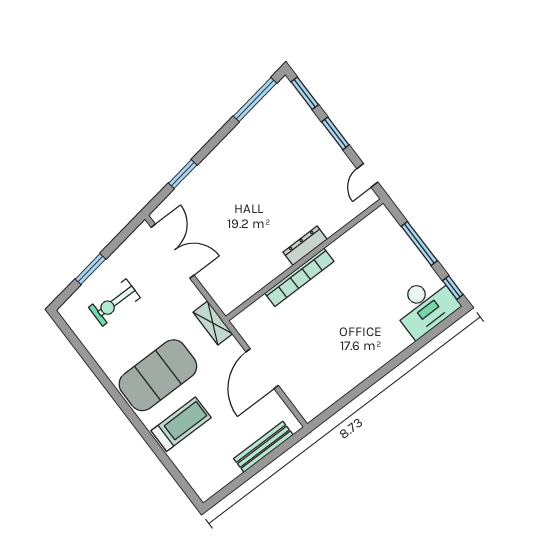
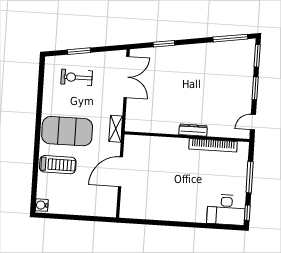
bookcase: (299, 277) -> (213, 145), moved
bench: (263, 447) -> (88, 210), removed
water cooler: (203, 488) -> (42, 205), added

